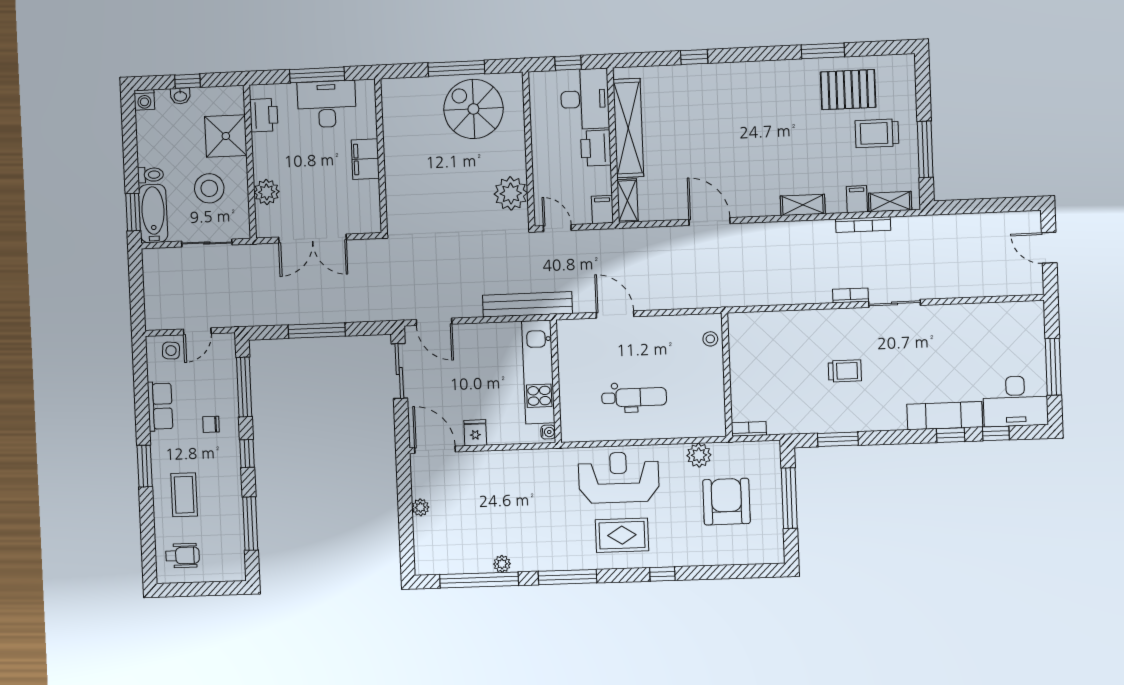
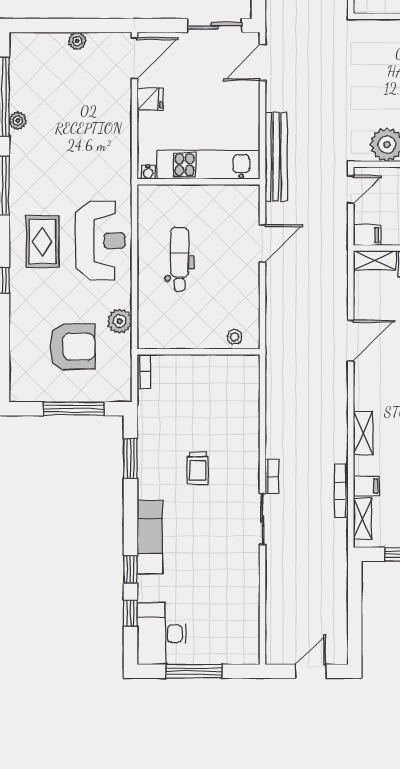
dental chair: (634, 397) -> (179, 259), turned 180
exam couch: (945, 416) -> (150, 537), moved

